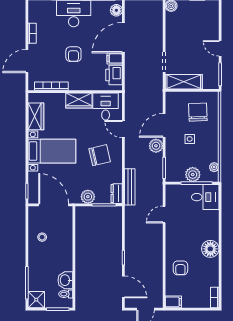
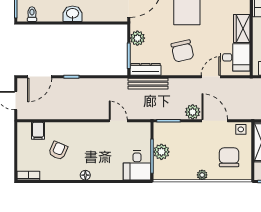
chair: (198, 112) -> (229, 157), turned -88
side table: (190, 139) -> (241, 129), moved
plant: (214, 167) -> (202, 175), moved
dresser: (117, 194) -> (145, 69), width x1.44
floor lamp: (210, 249) -> (85, 175), width x0.53, depth x0.53
armchair: (180, 268) -> (58, 151), moved, turned 113
washbasin: (65, 280) -> (73, 14), moved
filing cabinet: (173, 302) -> (38, 131), moved

